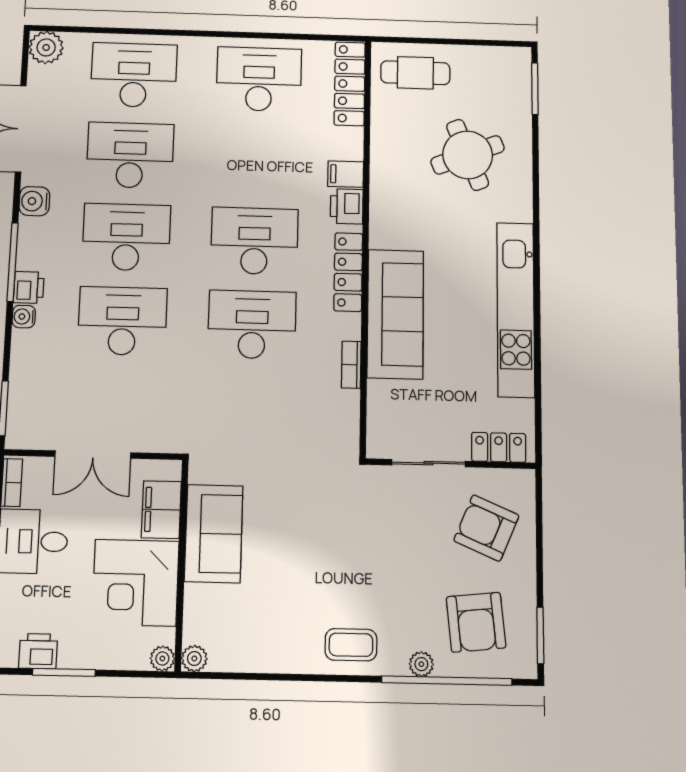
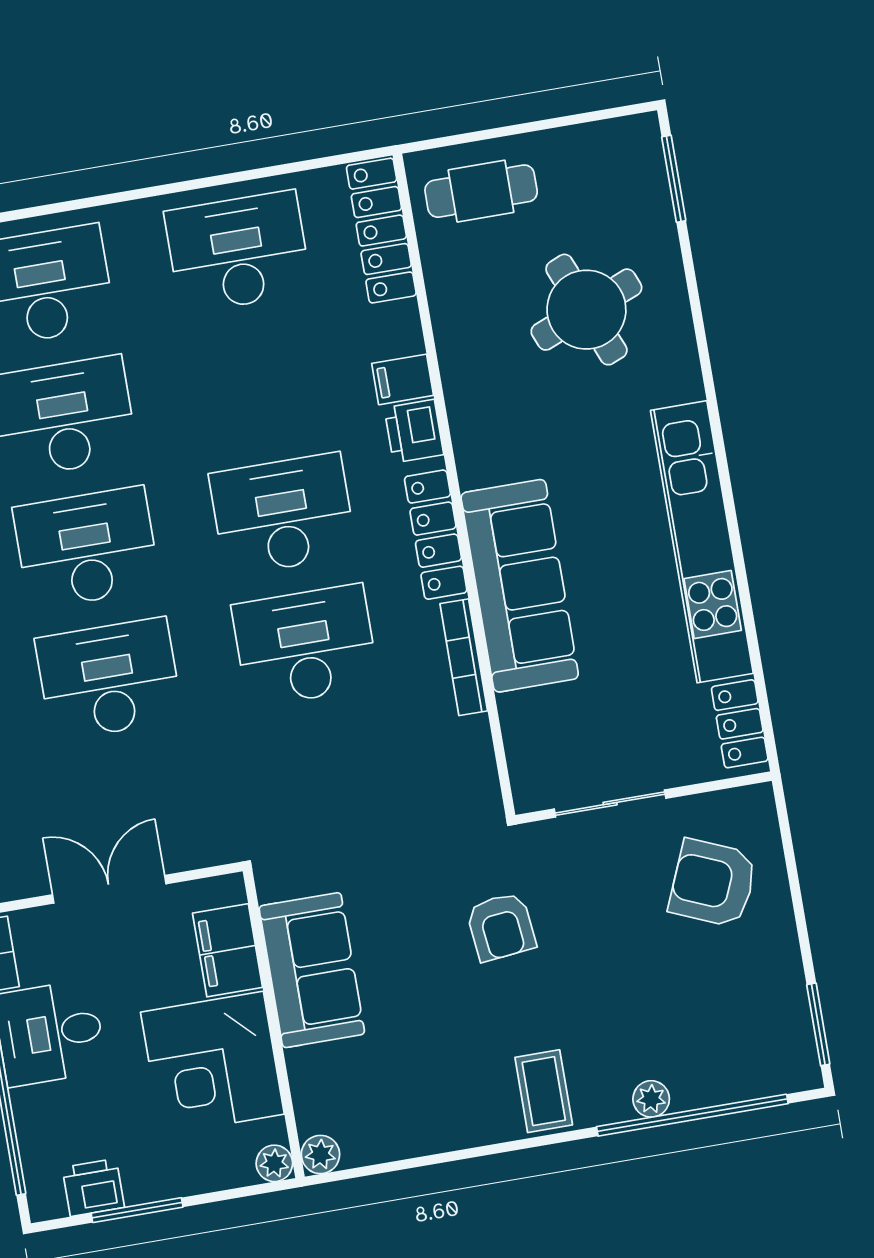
bookcase: (351, 365) -> (464, 657), width x1.56
locker: (499, 447) -> (740, 724), moved, turned -90
double door: (93, 455) -> (109, 889), swing flipped
armchair: (476, 622) -> (501, 927), moved, width x0.72, depth x0.72
coffee table: (351, 645) -> (544, 1091), turned 90

